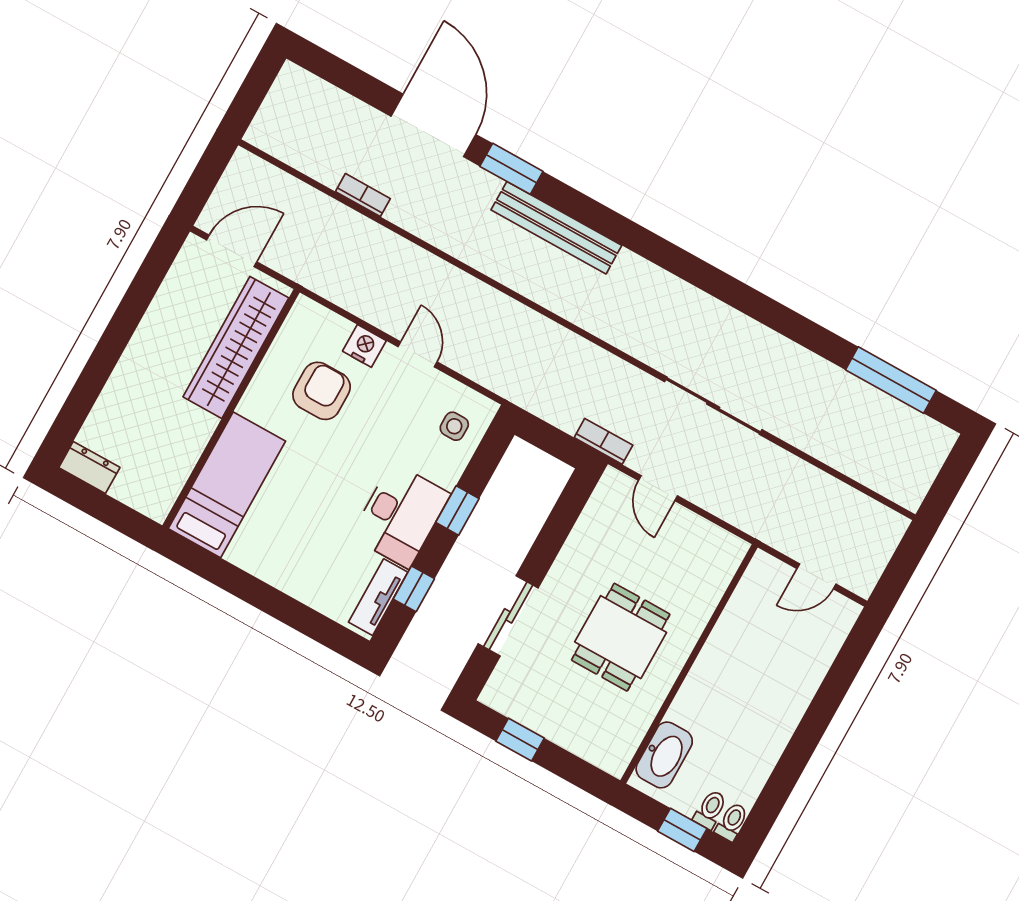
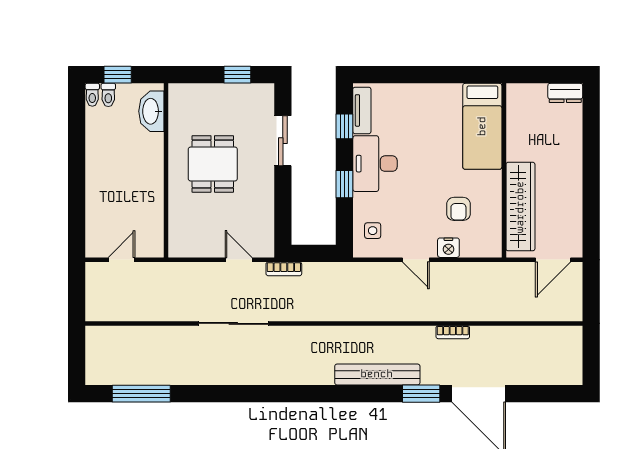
bookcase: (363, 195) -> (453, 332), moved
armchair: (322, 391) -> (458, 209), width x0.72, depth x0.72

